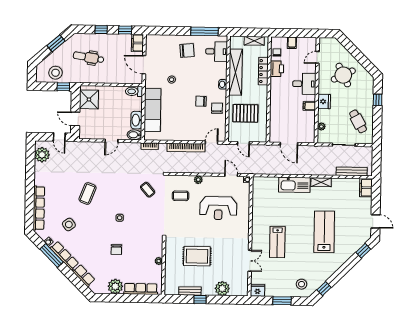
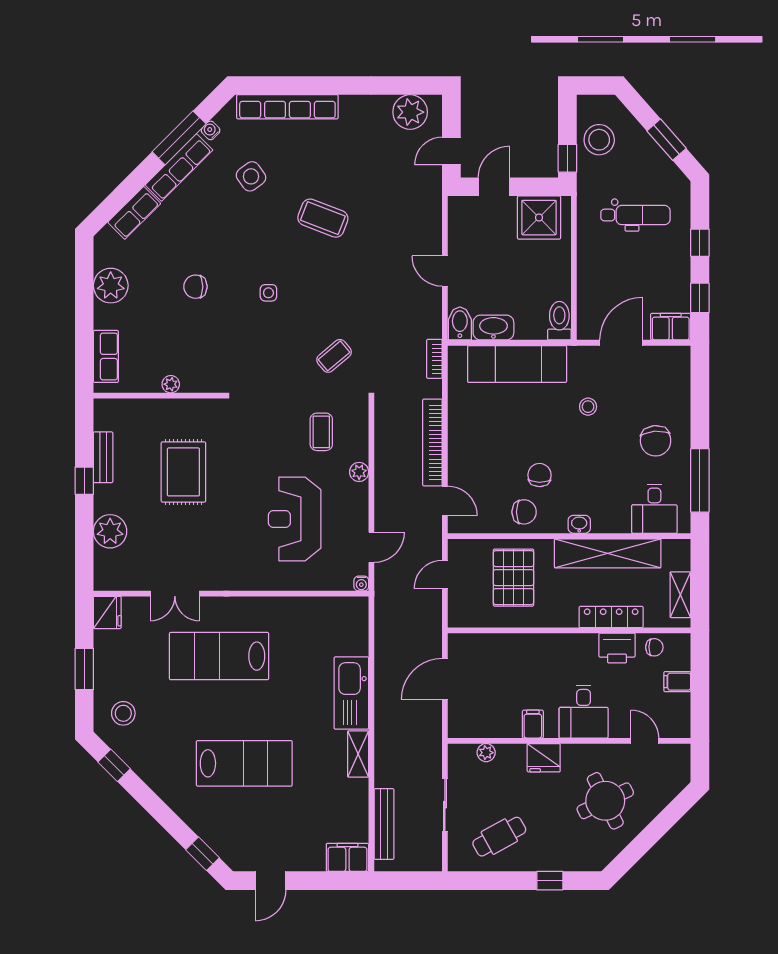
dental chair: (89, 57) -> (635, 215), turned 81
lab bench: (277, 242) -> (219, 656), width x1.36, depth x1.39
row of seats: (141, 289) -> (106, 356), width x0.68

